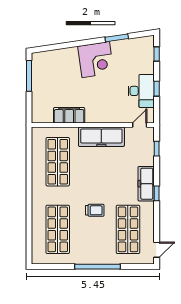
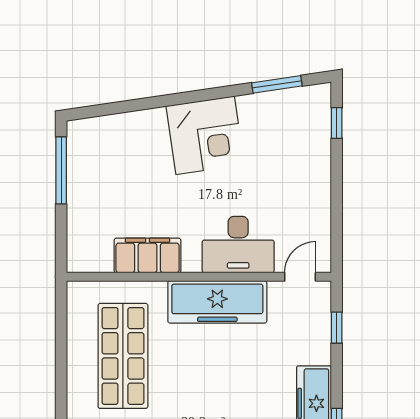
window: (117, 38) -> (277, 84), moved
window: (157, 89) -> (337, 198), removed
desk: (141, 91) -> (238, 245), moved, turned 90

